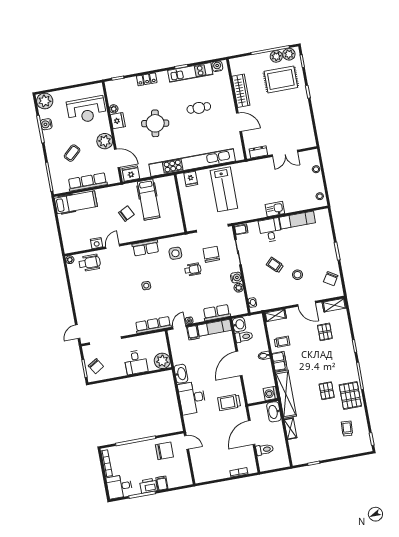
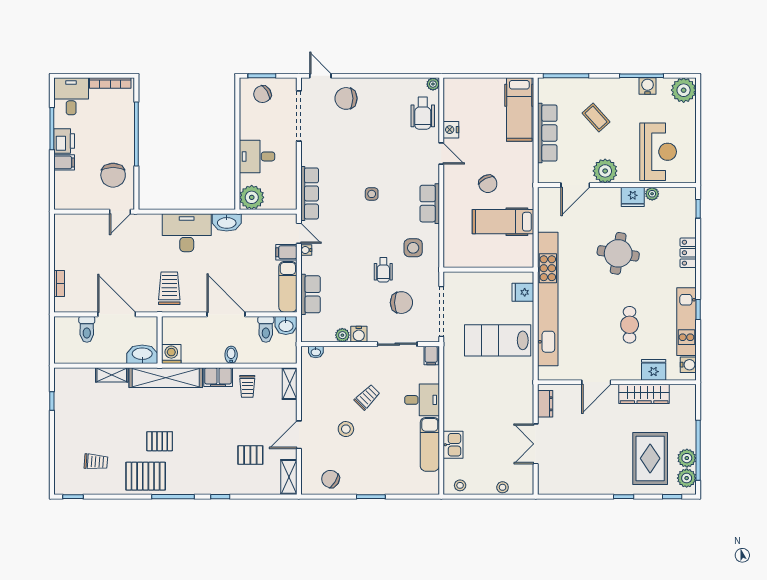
reception desk: (86, 110) -> (658, 152), turned 180
fridge: (131, 174) -> (654, 370), moved, turned -90
kitchen sink: (275, 209) -> (453, 445), moved
chair: (89, 313) -> (346, 98), added

